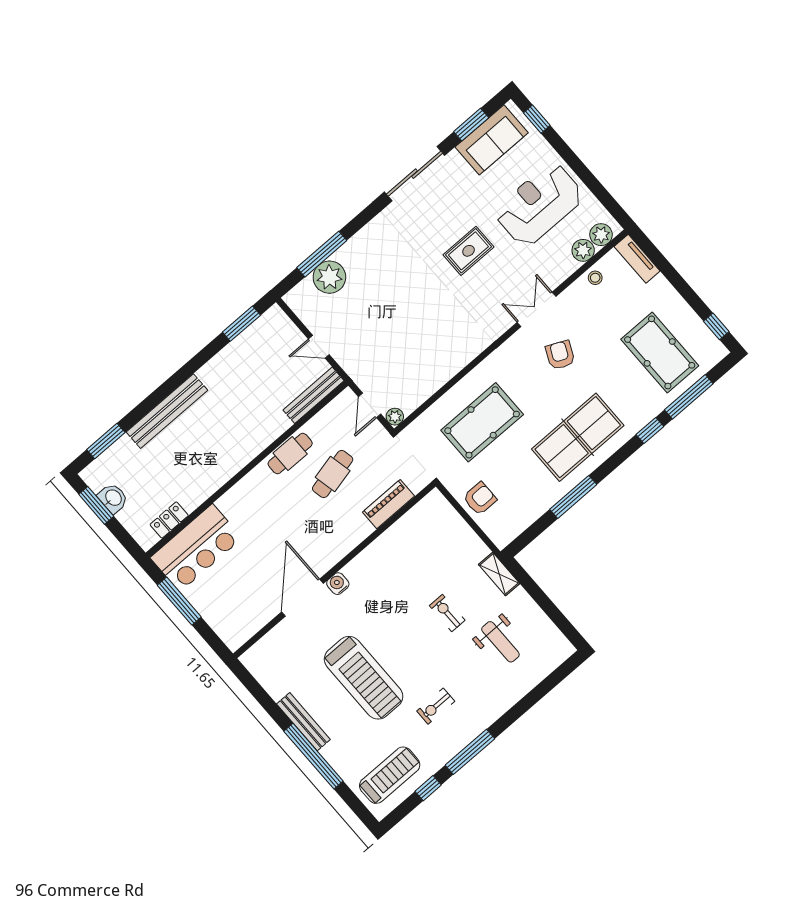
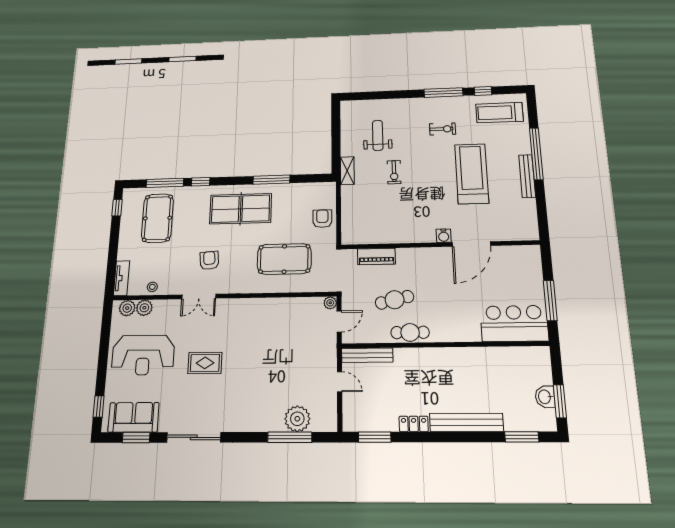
armchair: (560, 355) -> (209, 260), turned 150
armchair: (480, 498) -> (322, 219), turned 90
locker: (169, 520) -> (414, 424), moved, turned 180

